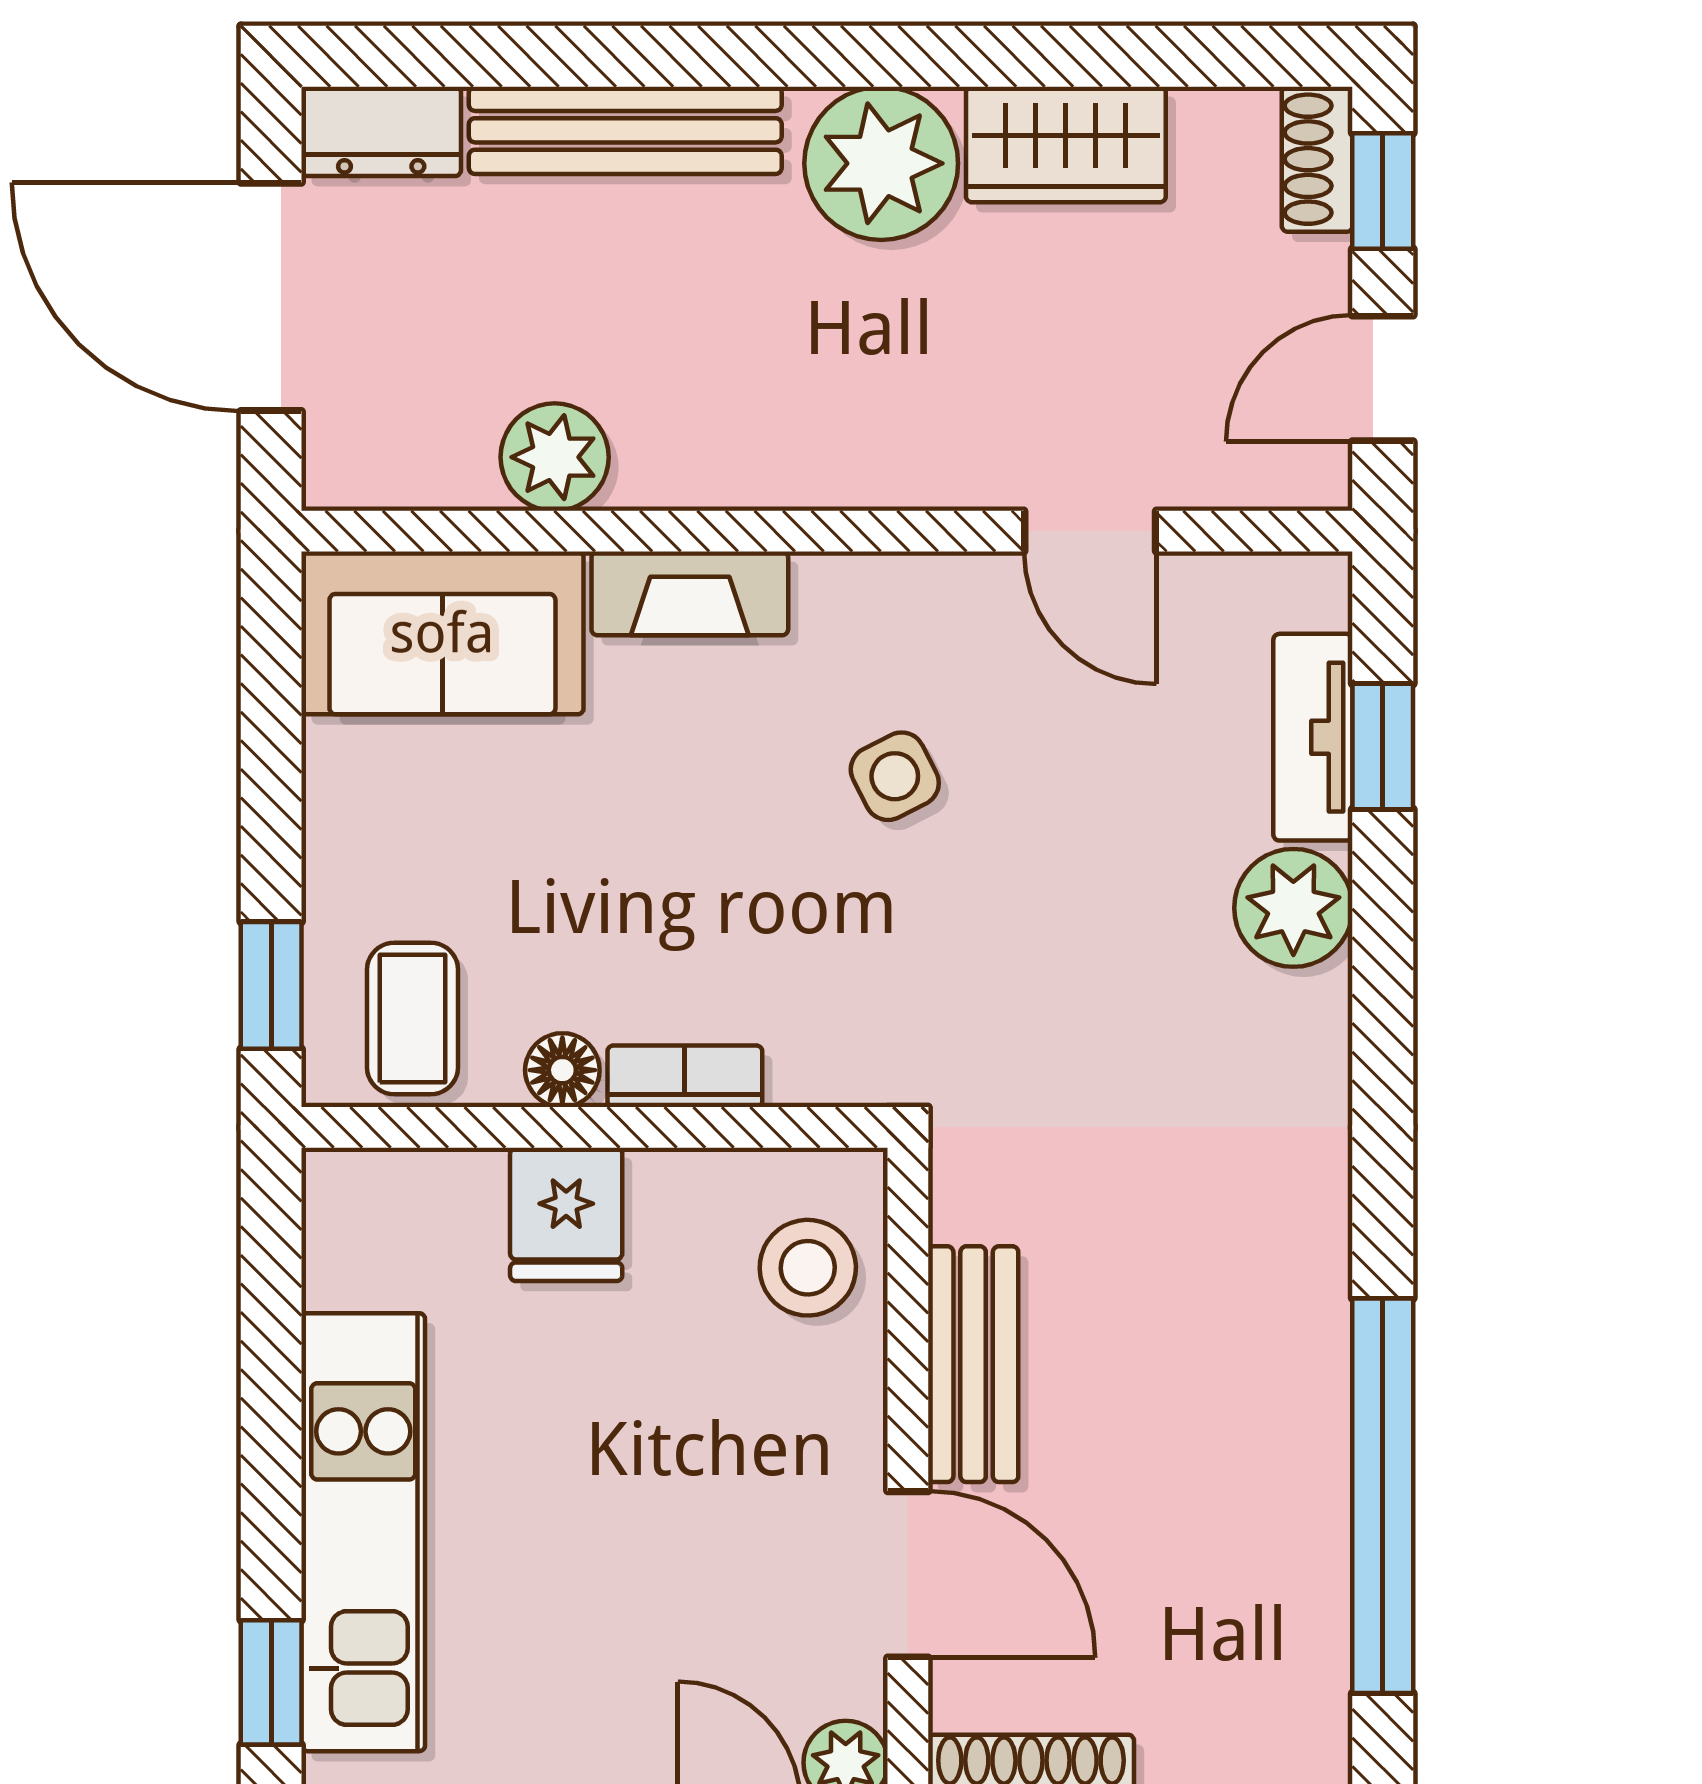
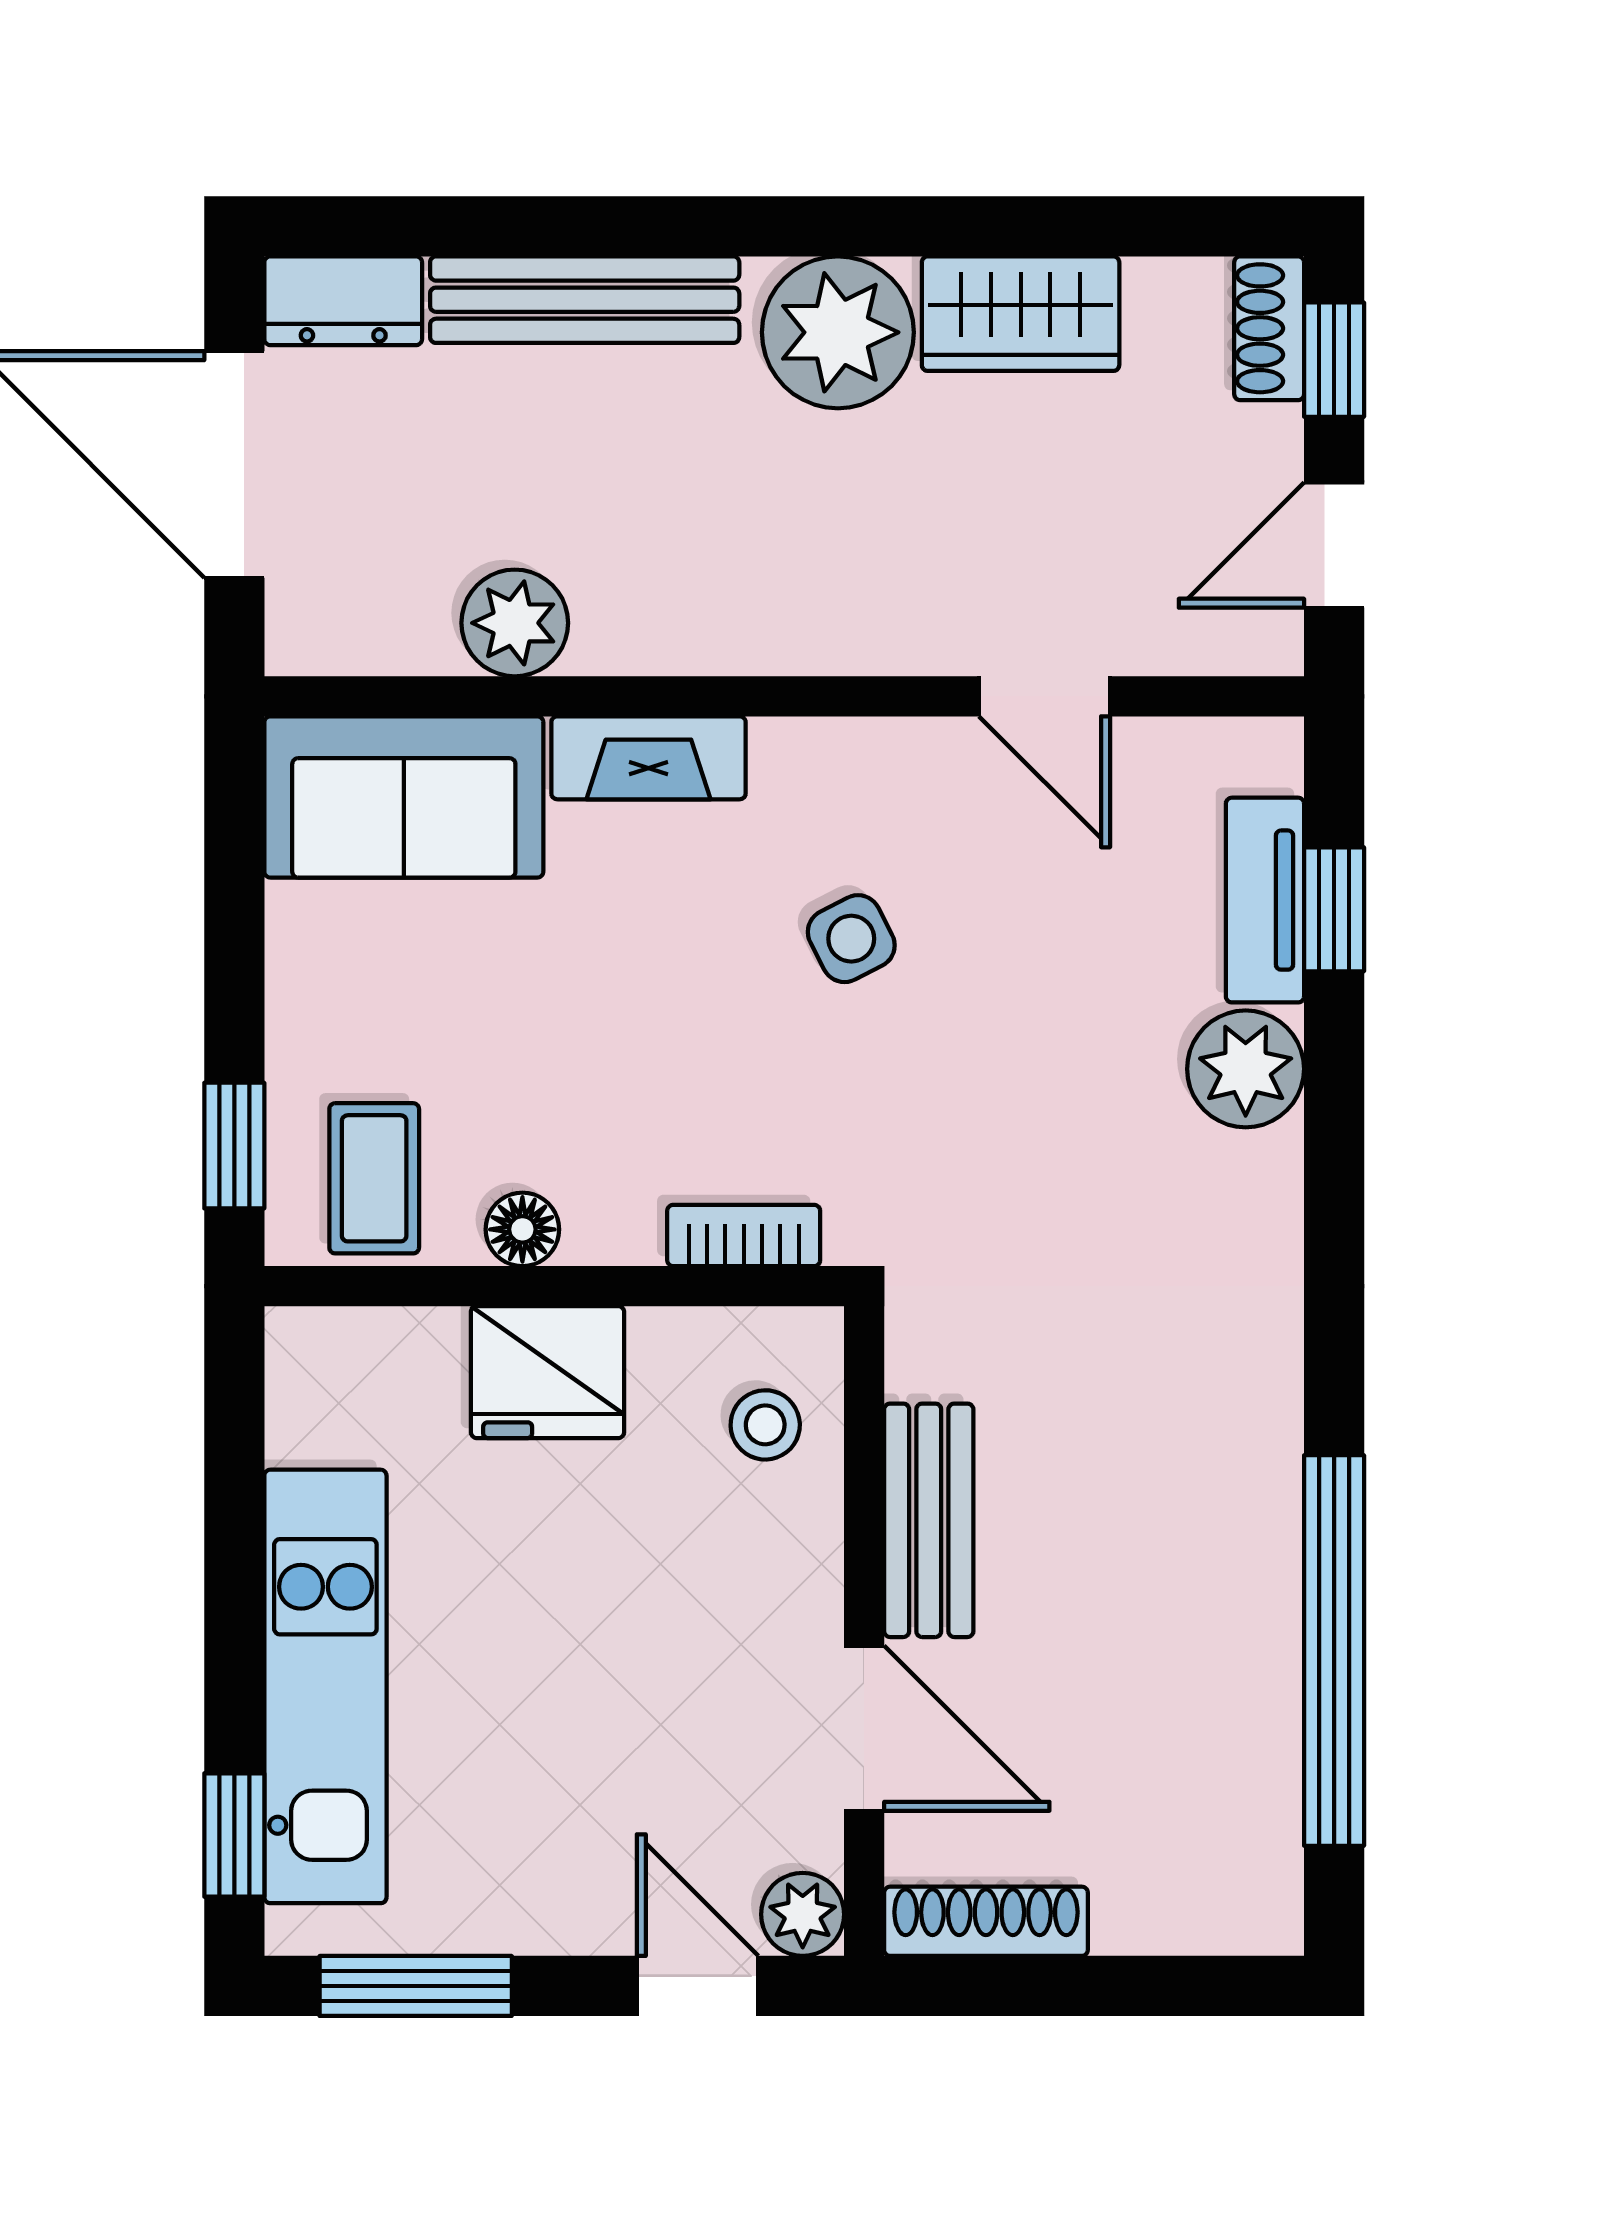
bookcase: (685, 1076) -> (744, 1236), moved
fridge: (566, 1214) -> (548, 1372), width x1.38
stool: (808, 1268) -> (765, 1425), width x0.73, depth x0.73

